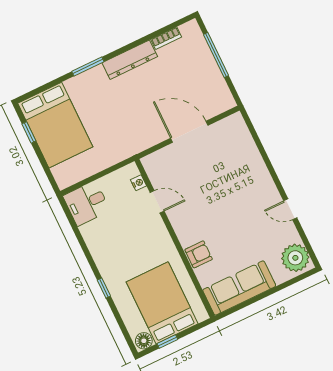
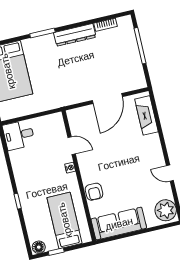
door: (189, 132) -> (107, 99), swing flipped
fireplace: (244, 142) -> (146, 115), added
nightstand: (138, 183) -> (70, 168), moved
armchair: (199, 254) -> (94, 192), turned 90
bed: (162, 303) -> (65, 220), width x0.67

